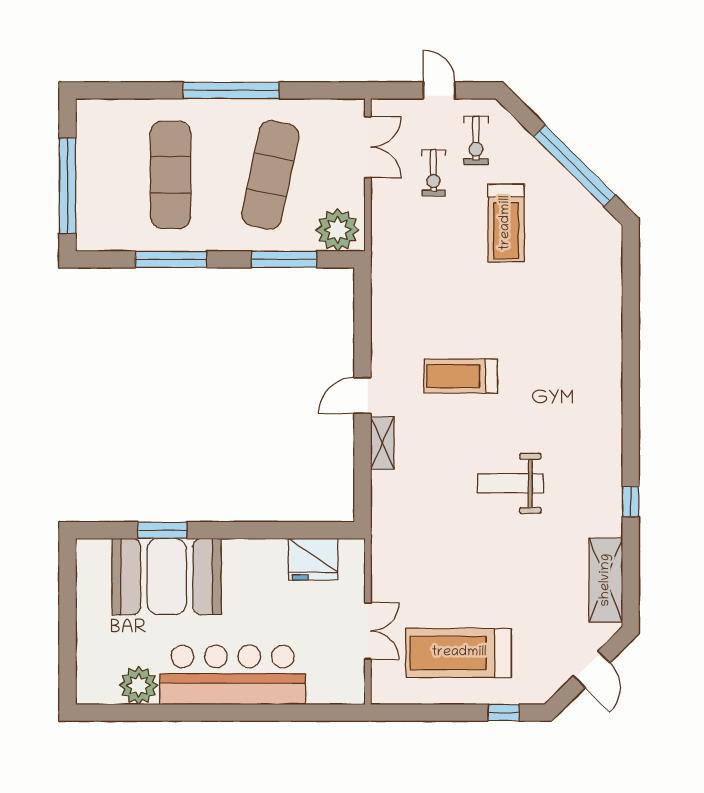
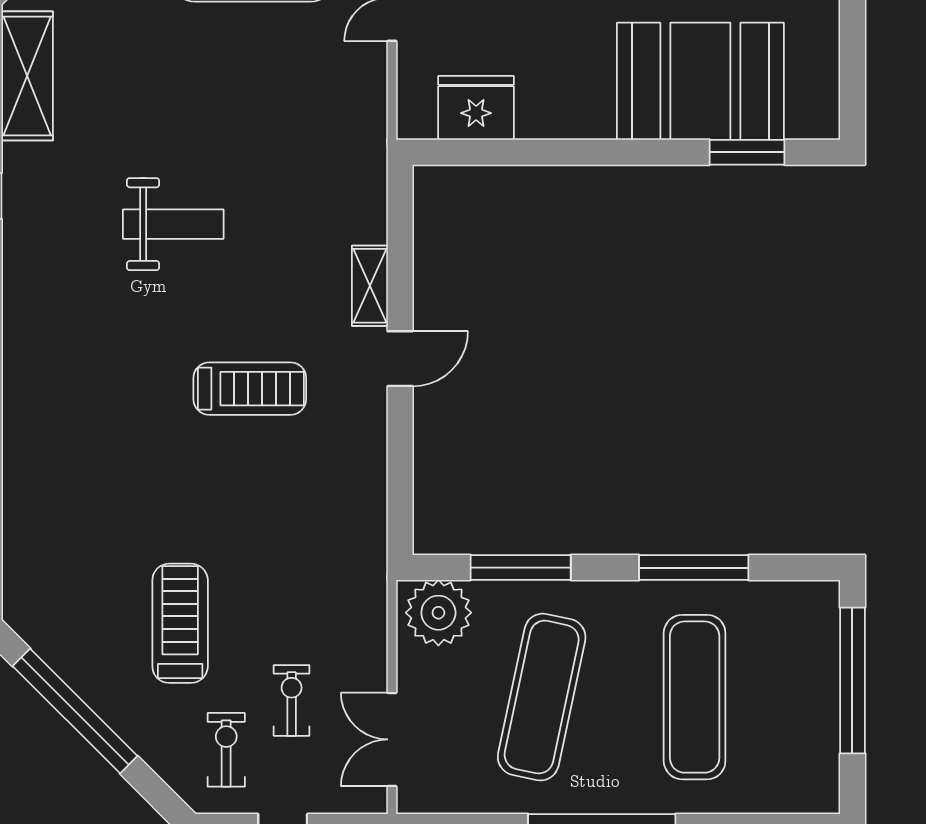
window: (162, 530) -> (747, 152), moved

